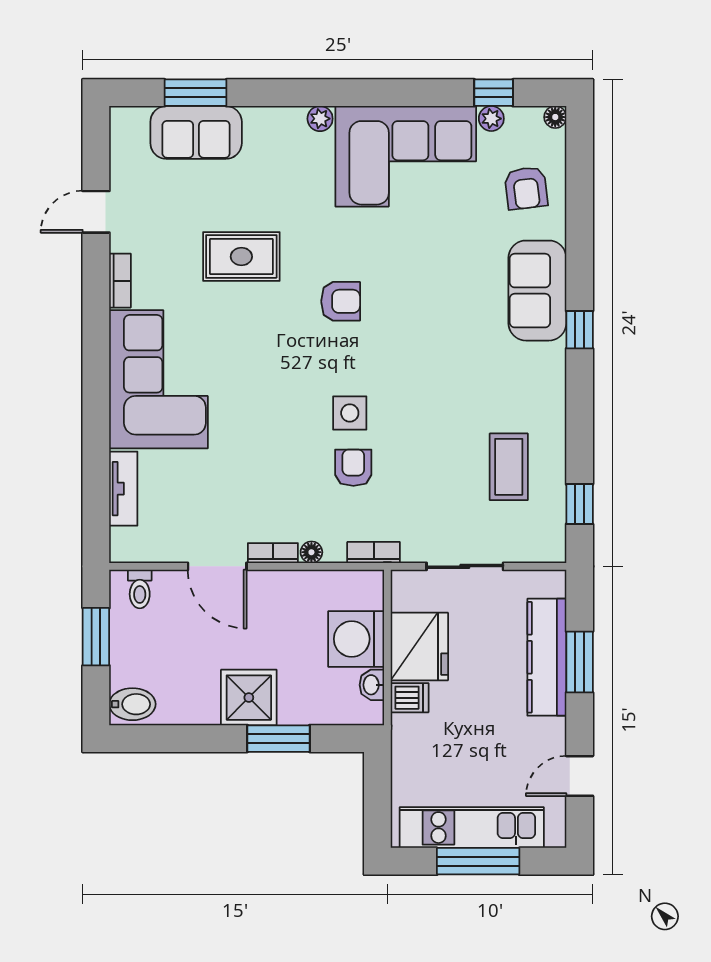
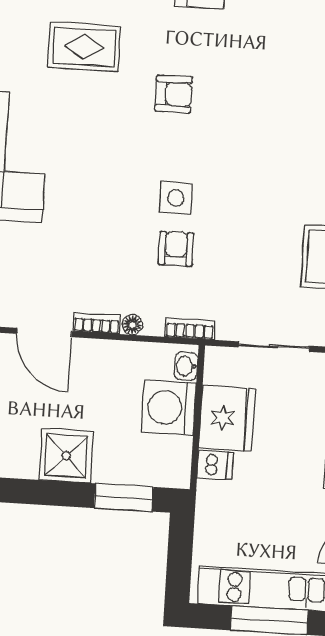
washbasin: (372, 685) -> (186, 366), moved
window: (278, 739) -> (124, 497), moved

